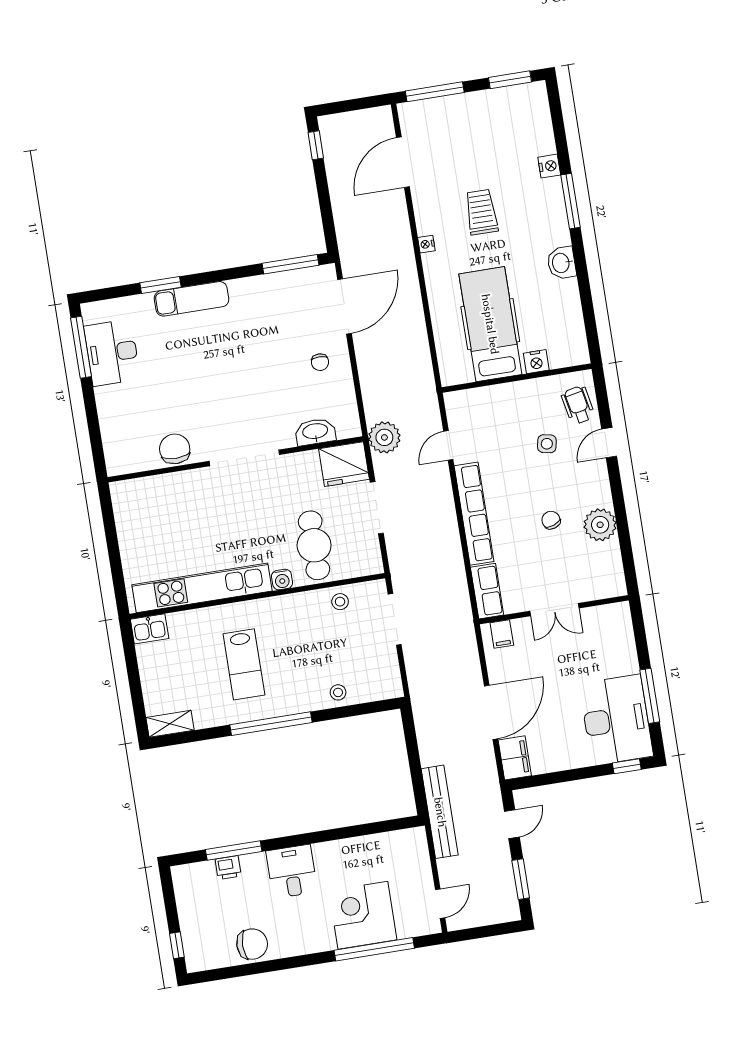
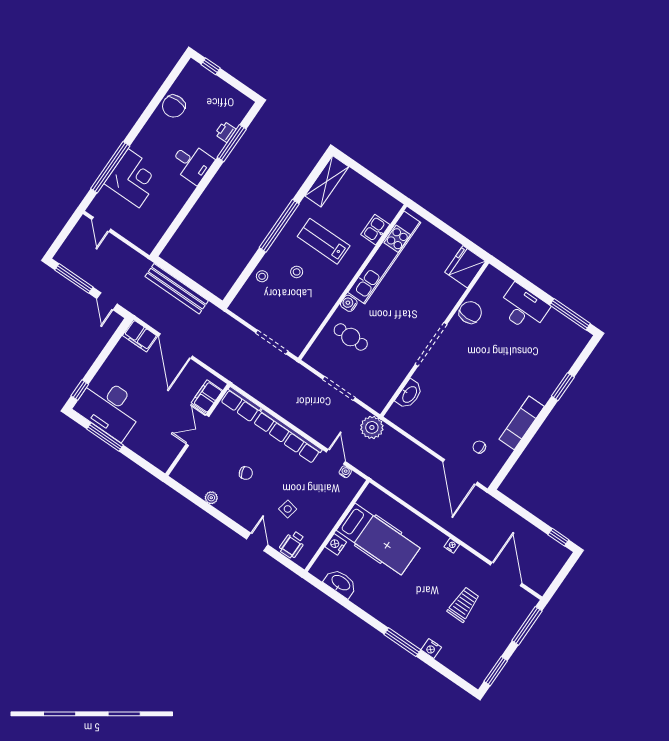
trolley: (481, 212) -> (463, 604), moved, turned -90
washbasin: (561, 263) -> (340, 583), moved, width x1.38
window: (290, 264) -> (509, 465), removed
exam couch: (192, 299) -> (522, 423), moved
desk: (112, 353) -> (523, 308), moved
chair: (320, 362) -> (479, 447), moved
wheelchair: (578, 405) -> (292, 544), turned 101
water cooler: (454, 422) -> (345, 472), added
chair: (175, 449) -> (470, 312), turned -90
fridge: (344, 464) -> (465, 267), moved
plant: (600, 525) -> (211, 498), width x0.53, depth x0.53
cafe table: (314, 545) -> (351, 337), width x0.73, depth x0.74
stool: (340, 602) -> (297, 272), moved
kitchen sink: (150, 629) -> (375, 230), moved
filing cabinet: (502, 634) -> (207, 397), width x2.00
shelving: (170, 724) -> (327, 181), width x1.50, depth x1.33
bench: (440, 812) -> (177, 289), moved
window: (521, 879) -> (74, 278), width x1.44

